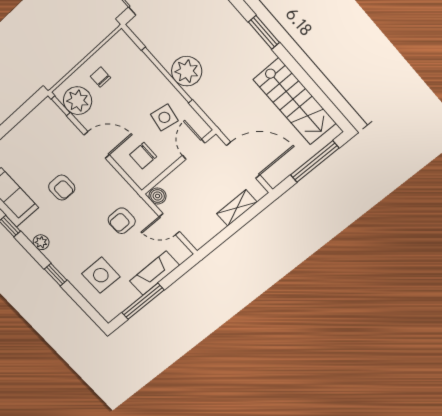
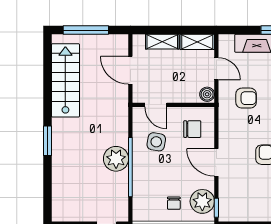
door: (194, 149) -> (156, 105), hinge flipped
door: (243, 160) -> (130, 70), width x0.73
shelving: (206, 233) -> (197, 42), added

